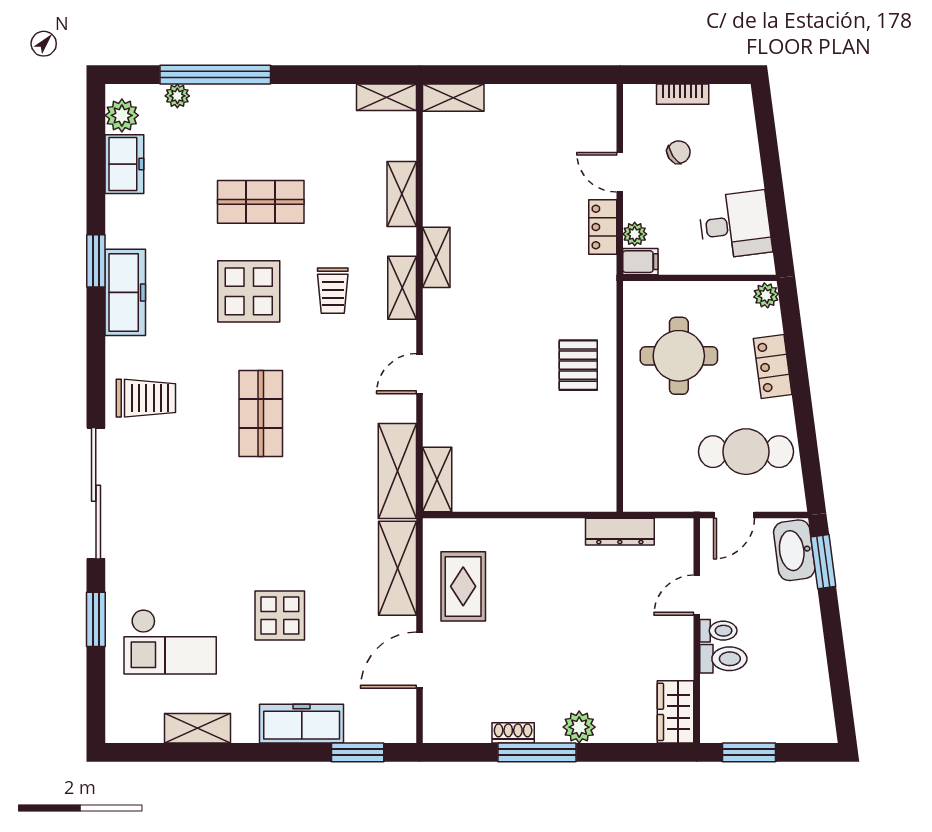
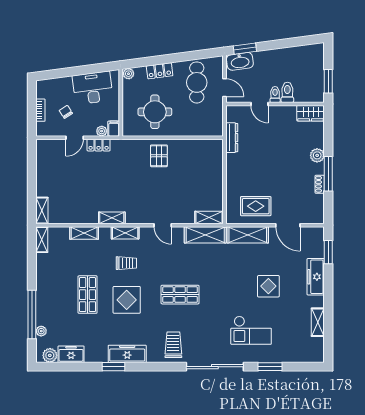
desk: (735, 225) -> (93, 88), width x1.37
pallet: (578, 365) -> (159, 156), turned 90
checkout: (170, 642) -> (251, 330), moved, turned 90

